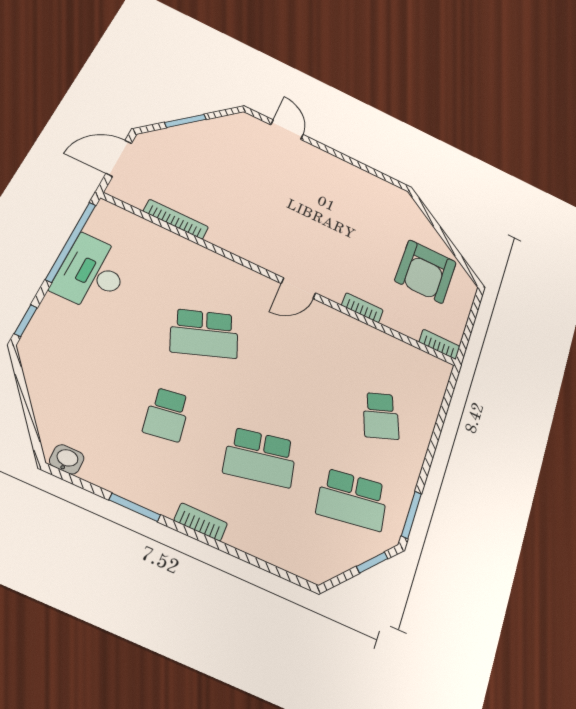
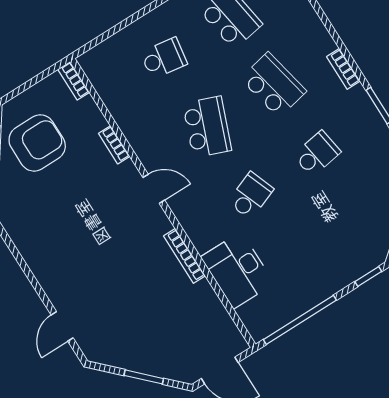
bookcase: (176, 219) -> (184, 256), moved
desk: (92, 273) -> (237, 270), moved, turned 90
school desk: (204, 333) -> (251, 196), width x0.54
school desk: (293, 375) -> (207, 127), added
school desk: (381, 416) -> (164, 58), turned 30

